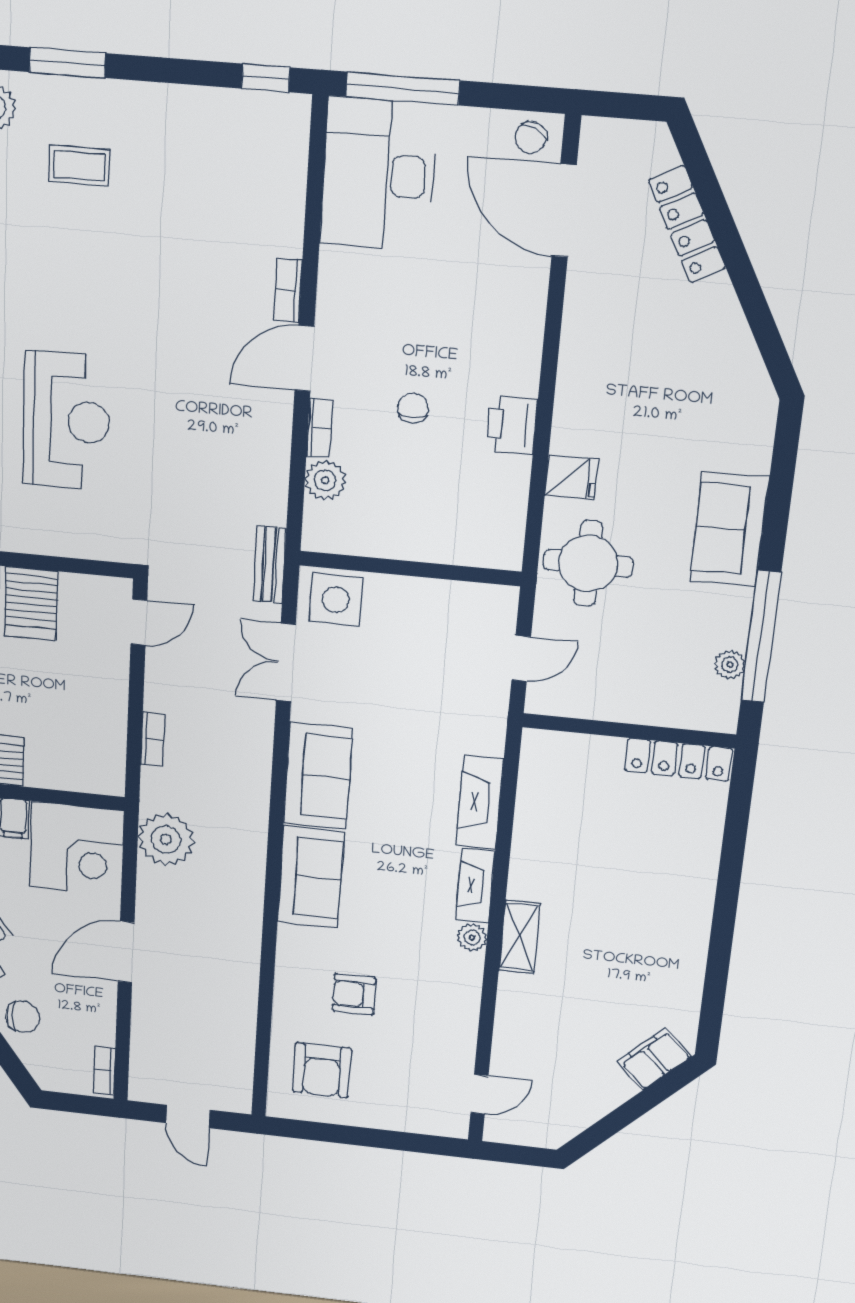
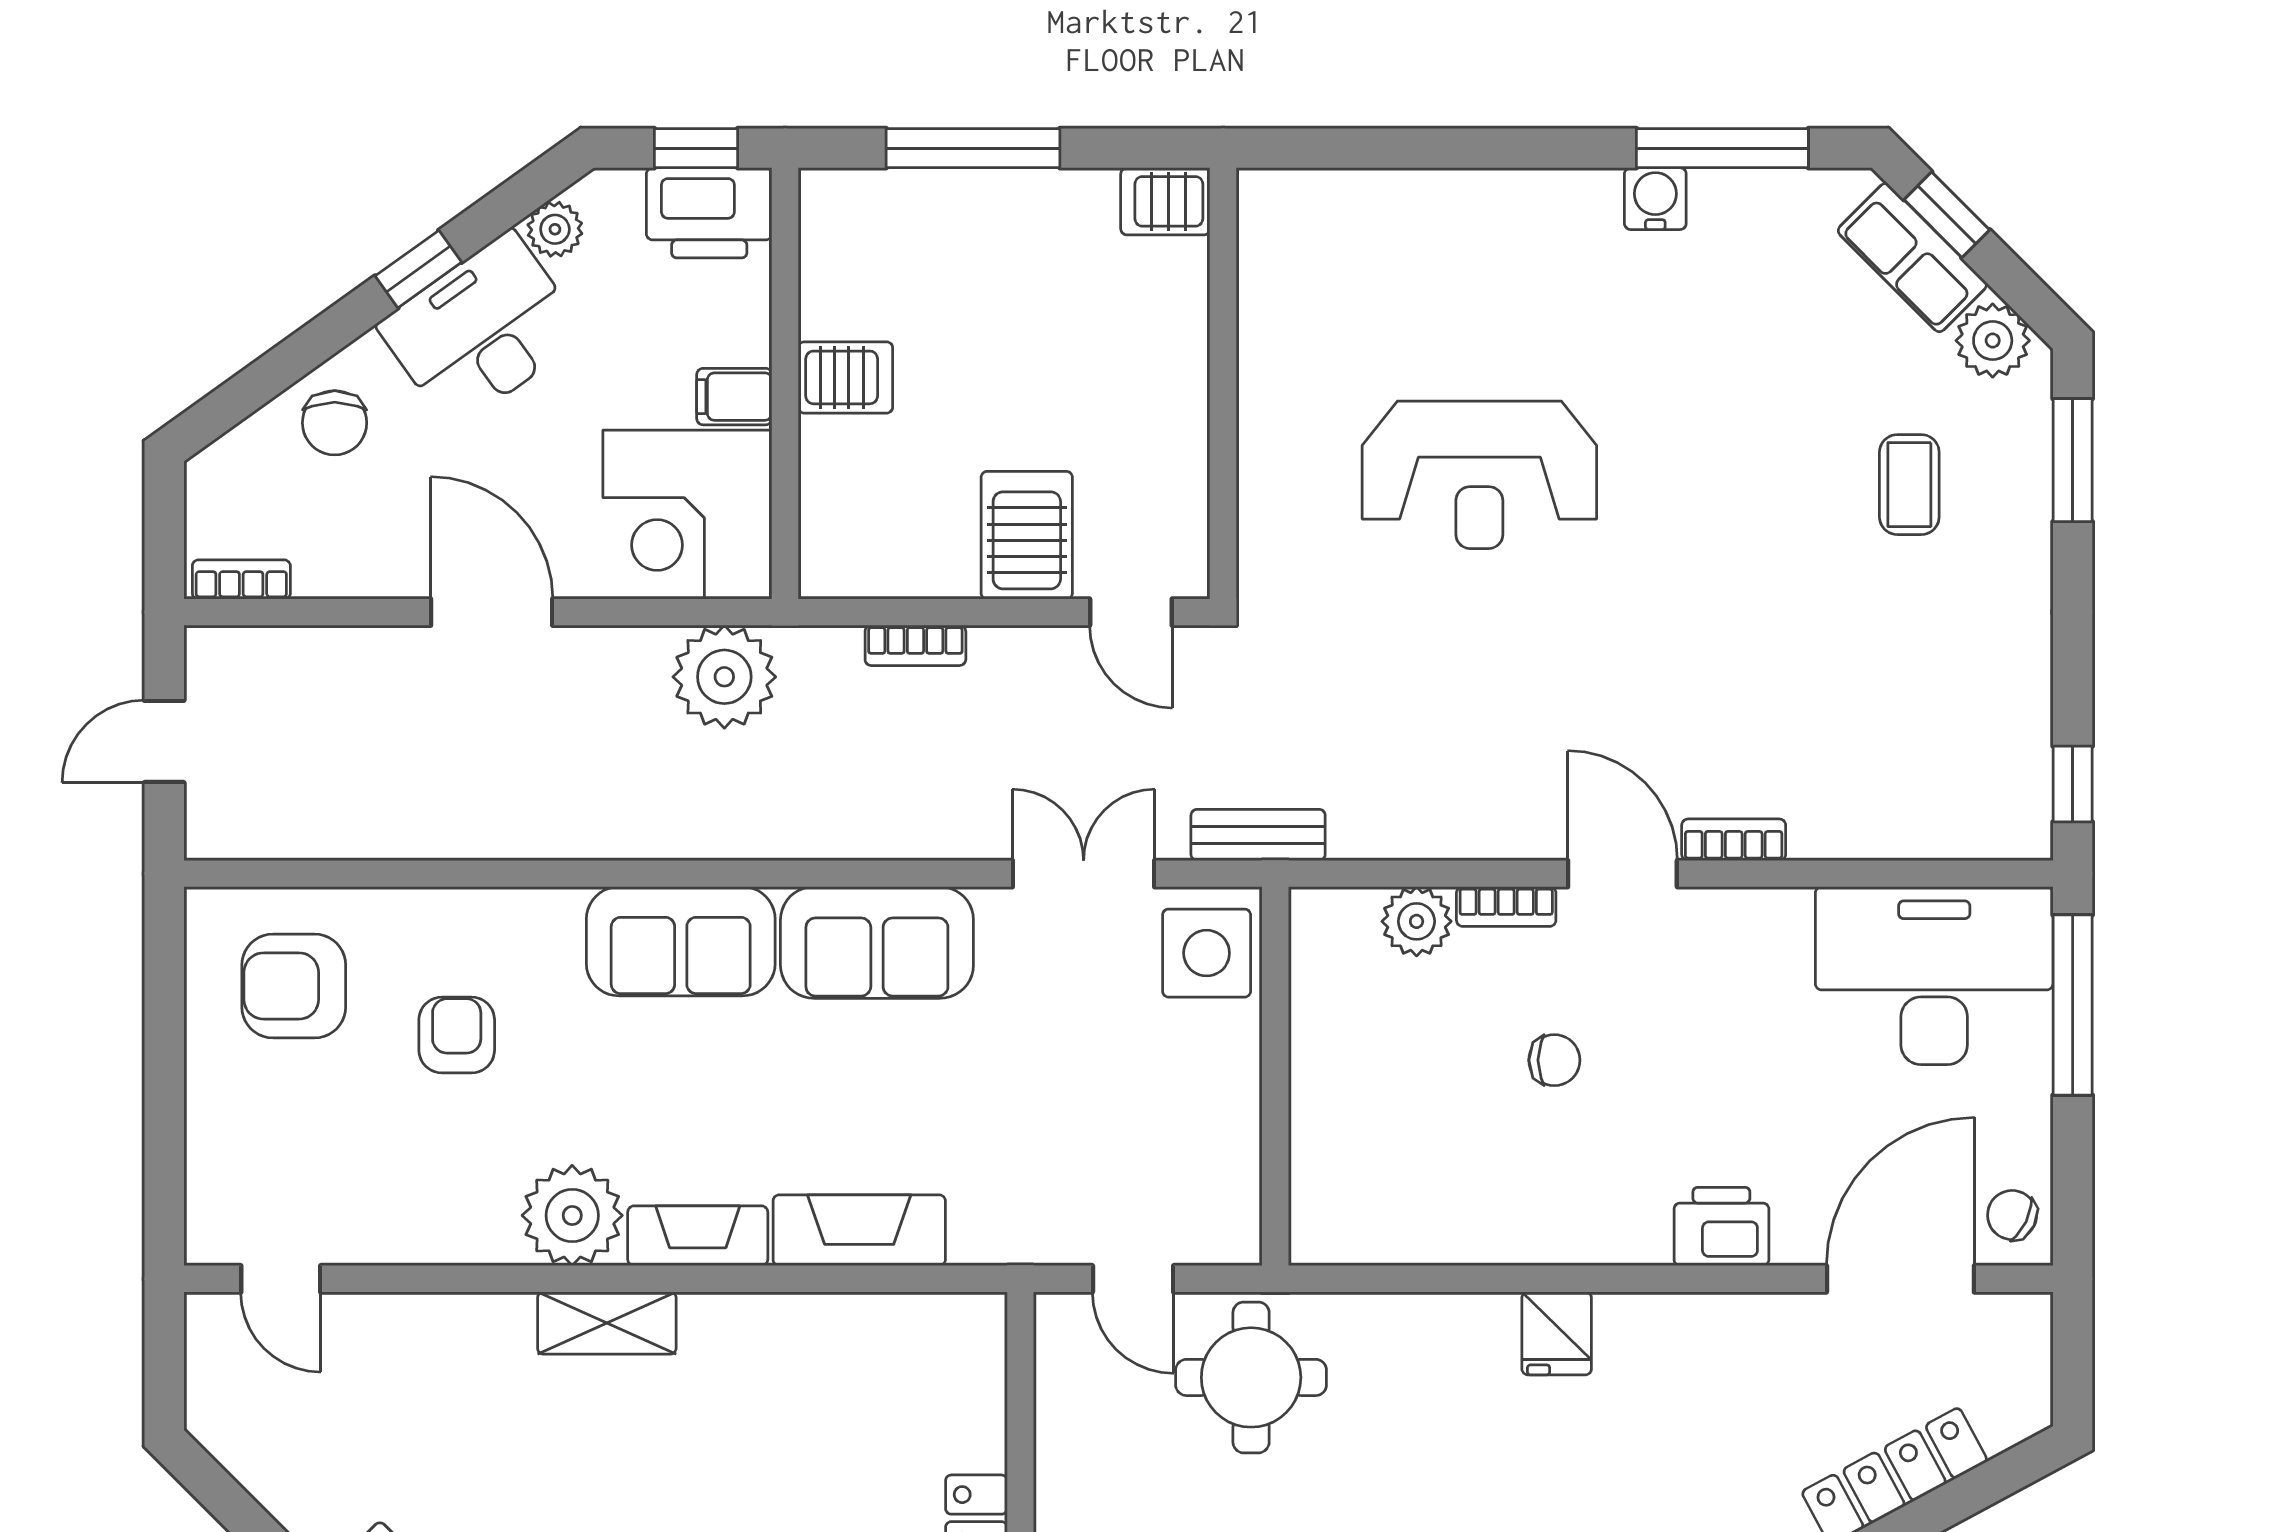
printer: (512, 425) -> (1721, 1227), moved
fridge: (571, 477) -> (1557, 1333), moved
round table: (588, 563) -> (1251, 1377), moved
server rack: (31, 604) -> (1027, 535), moved, turned 90
plant: (472, 938) -> (572, 1215), width x1.88, depth x1.88

